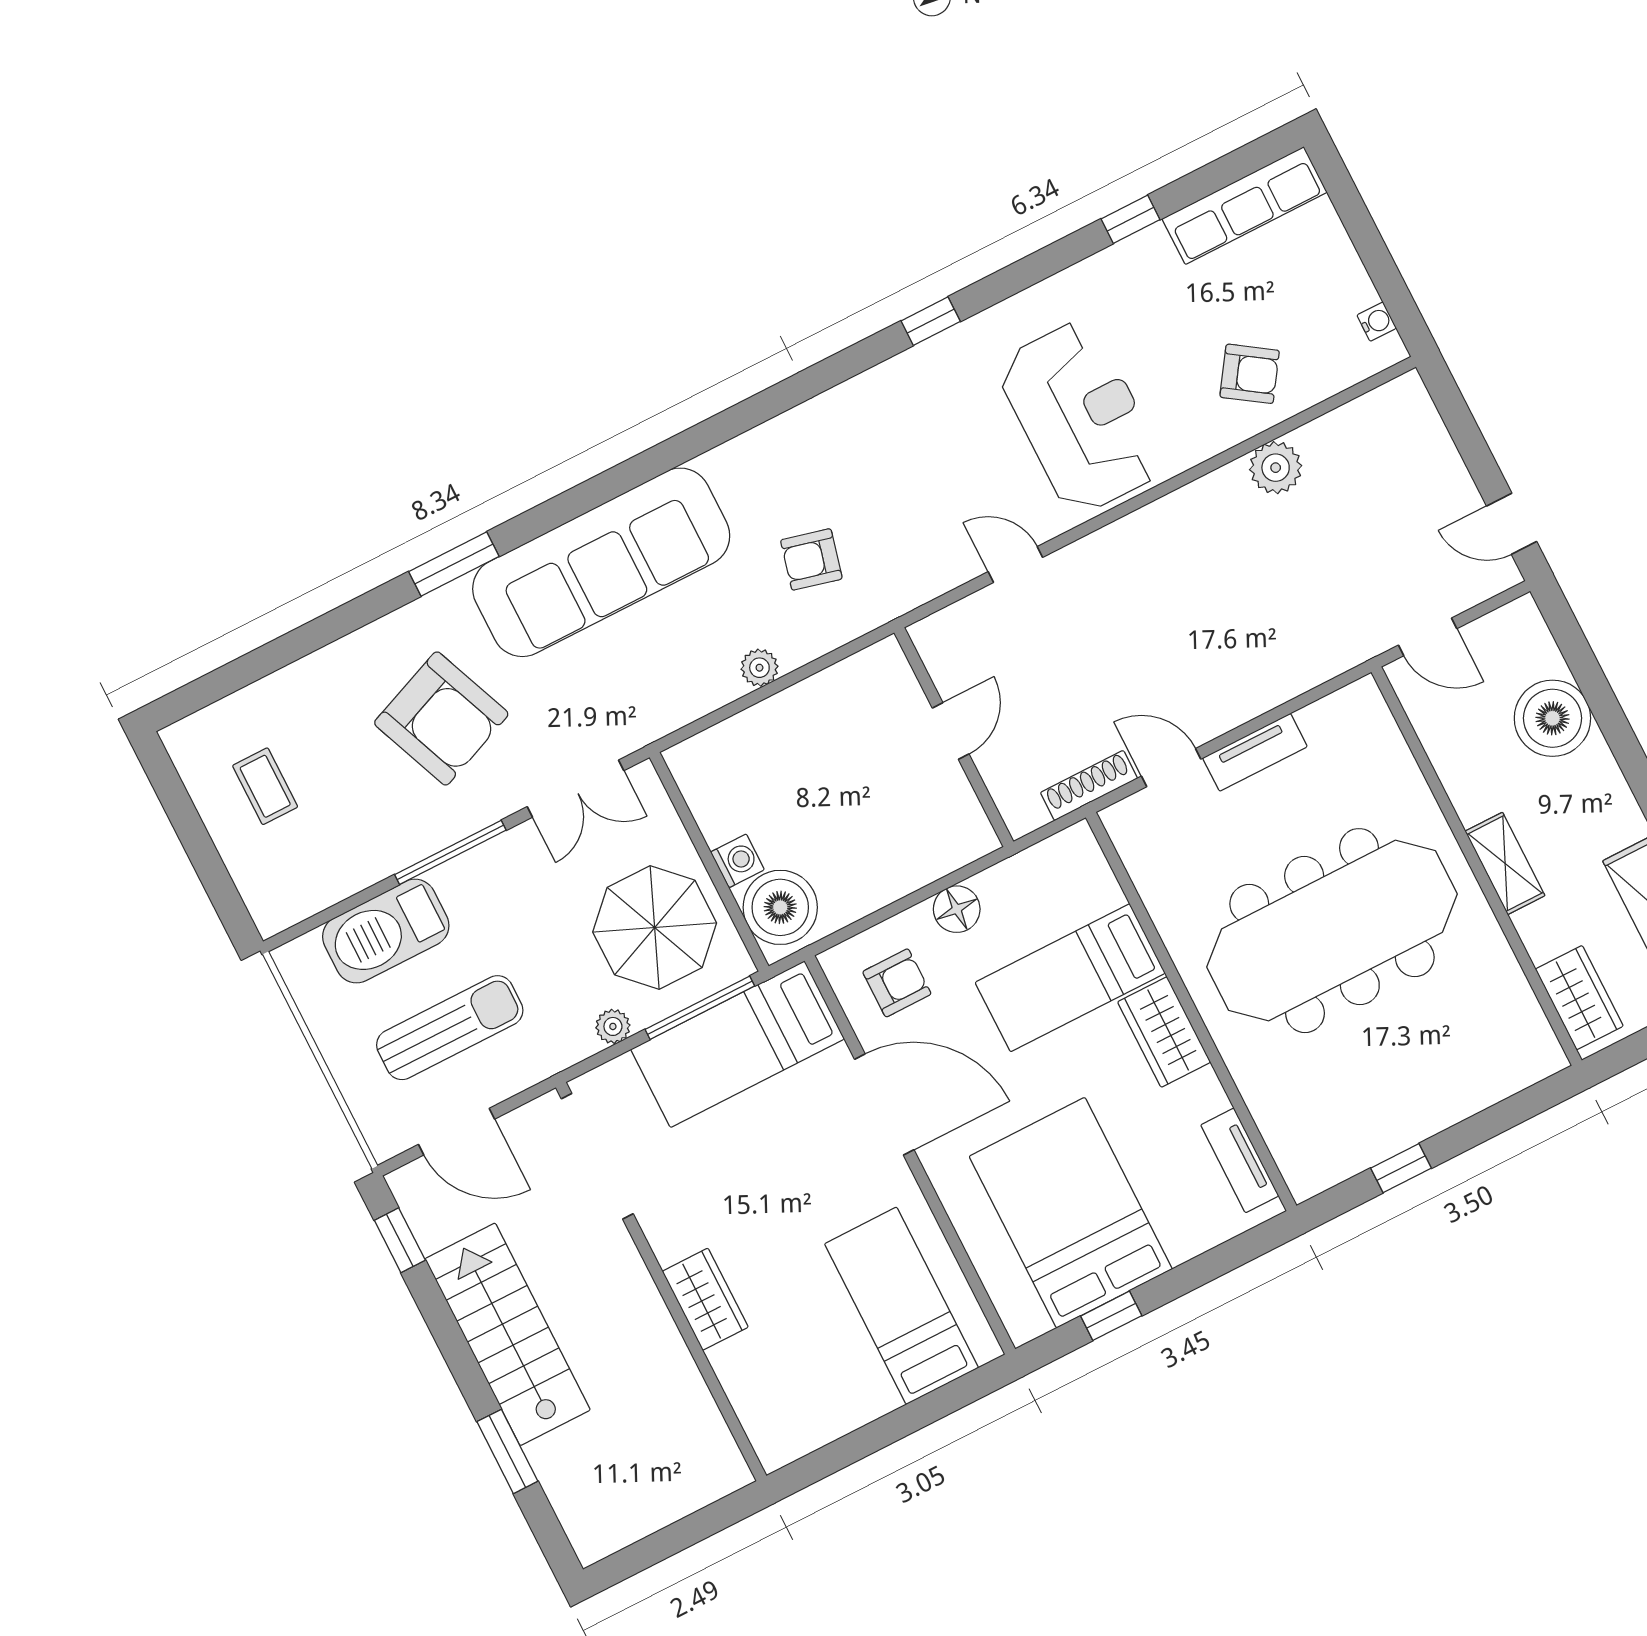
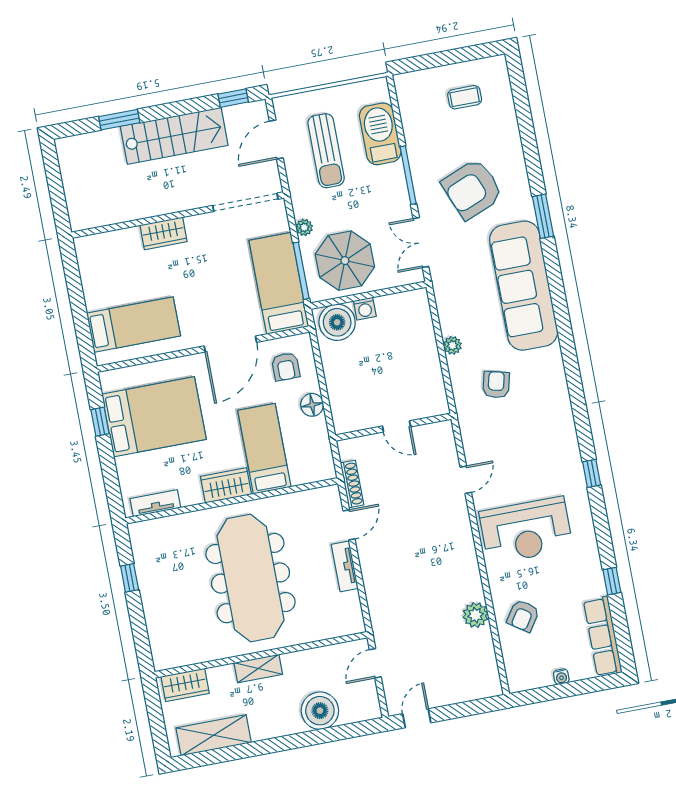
water cooler: (1377, 322) -> (561, 677), moved

